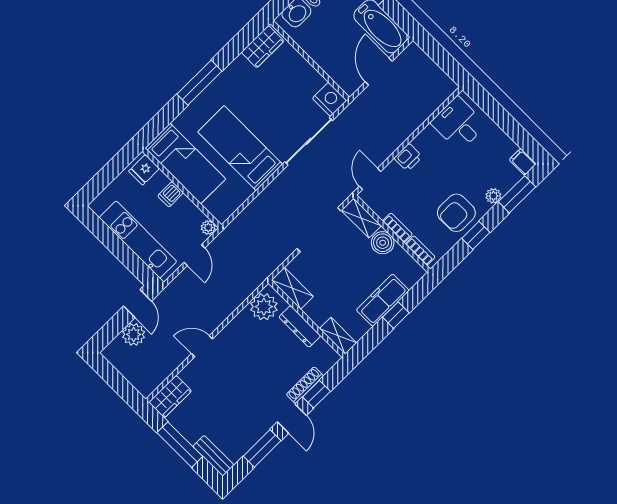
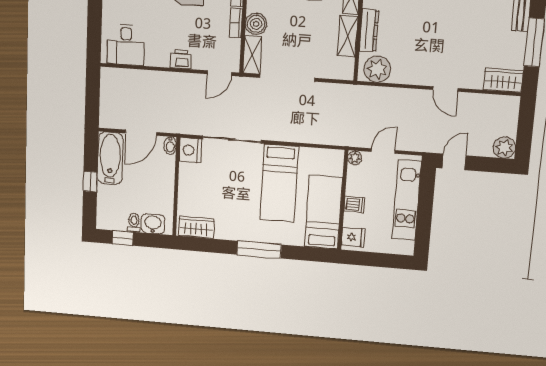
bidet: (348, 86) -> (170, 146), added
shelving: (292, 288) -> (348, 36), moved
plant: (134, 334) -> (504, 148), moved

